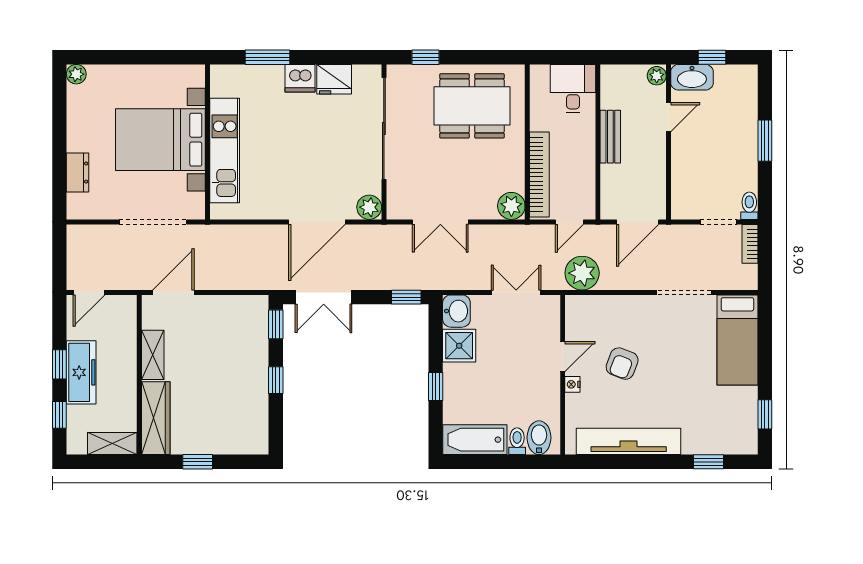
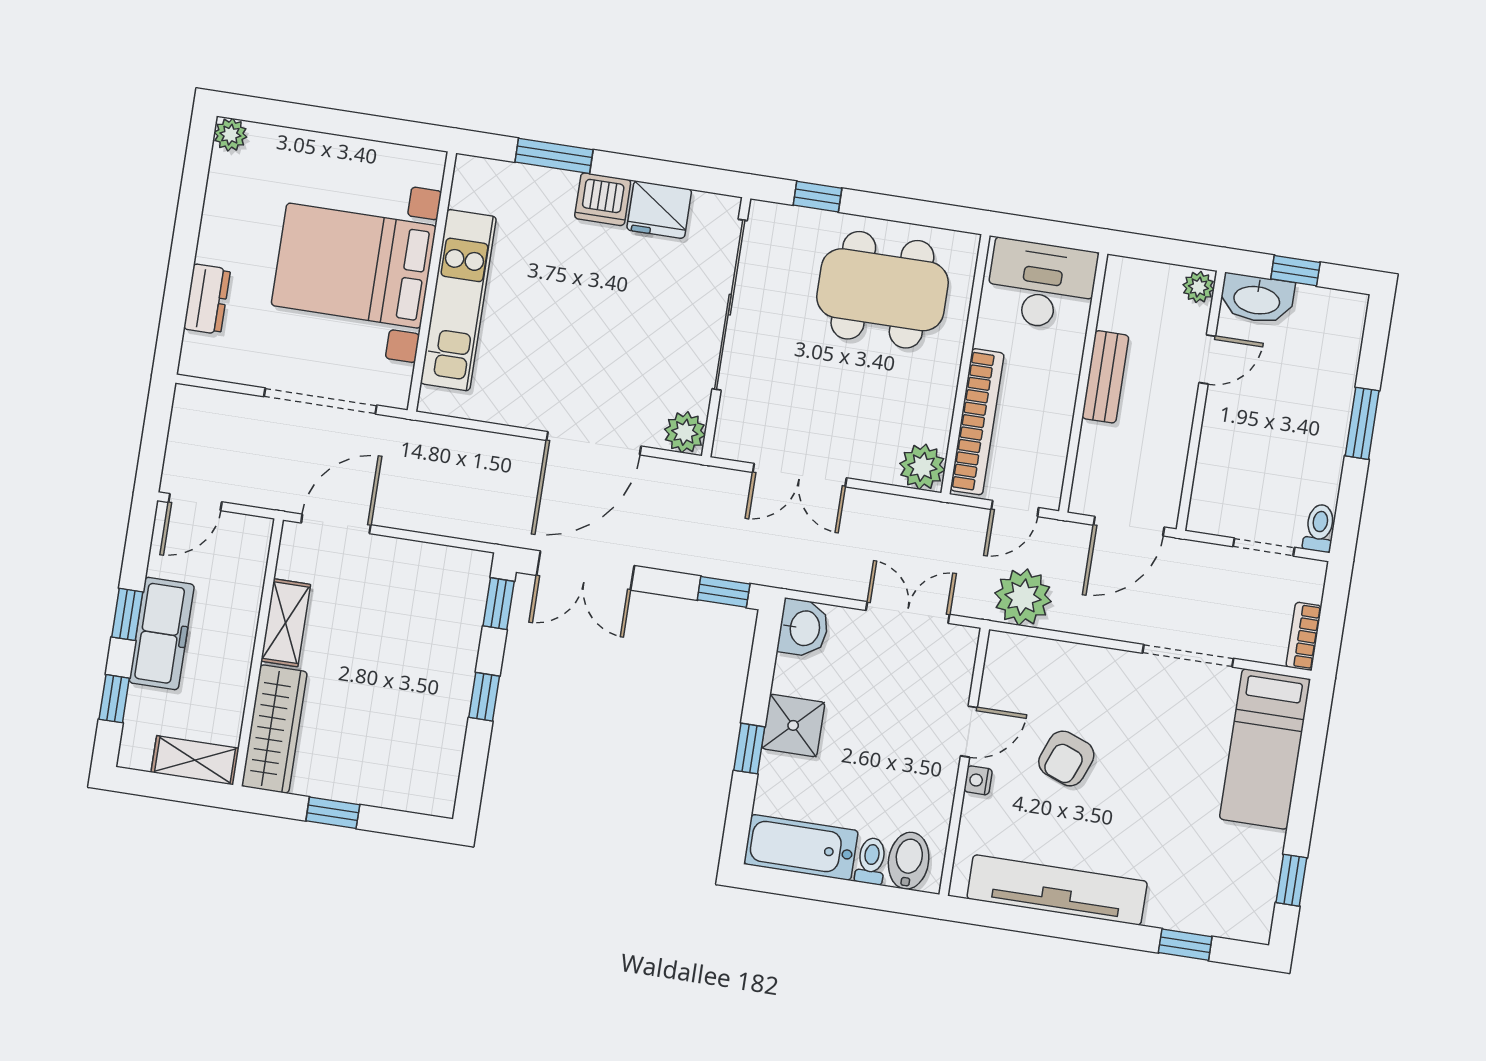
desk: (573, 89) -> (1041, 285), width x1.37
bookcase: (750, 244) -> (1304, 636), moved
shower: (459, 346) -> (793, 725), moved

